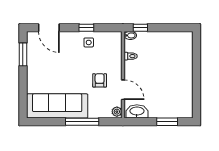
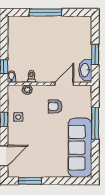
window: (197, 70) -> (45, 12), added
plant: (117, 112) -> (27, 90), moved
window: (167, 122) -> (95, 54), moved

